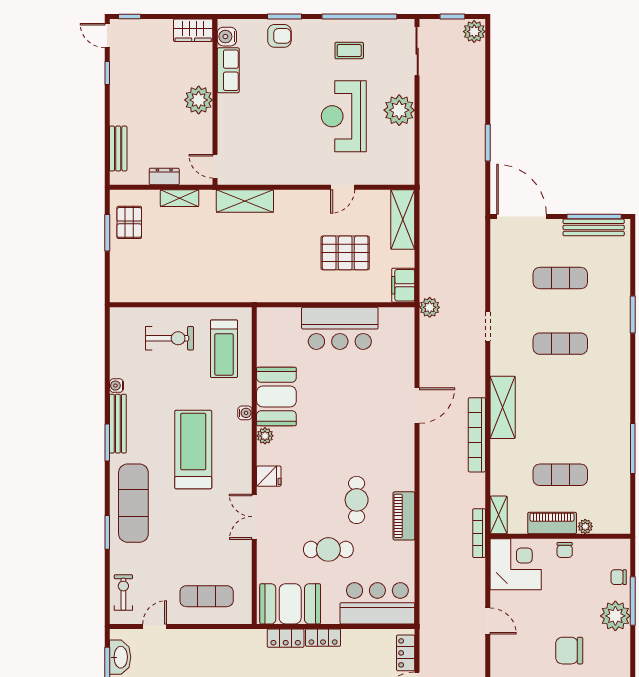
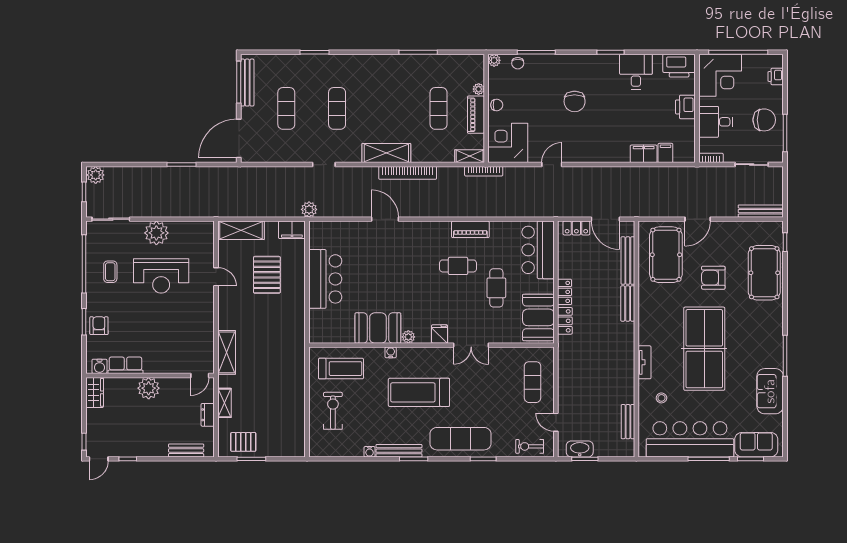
plant: (615, 616) -> (494, 60), moved, width x0.53, depth x0.53

